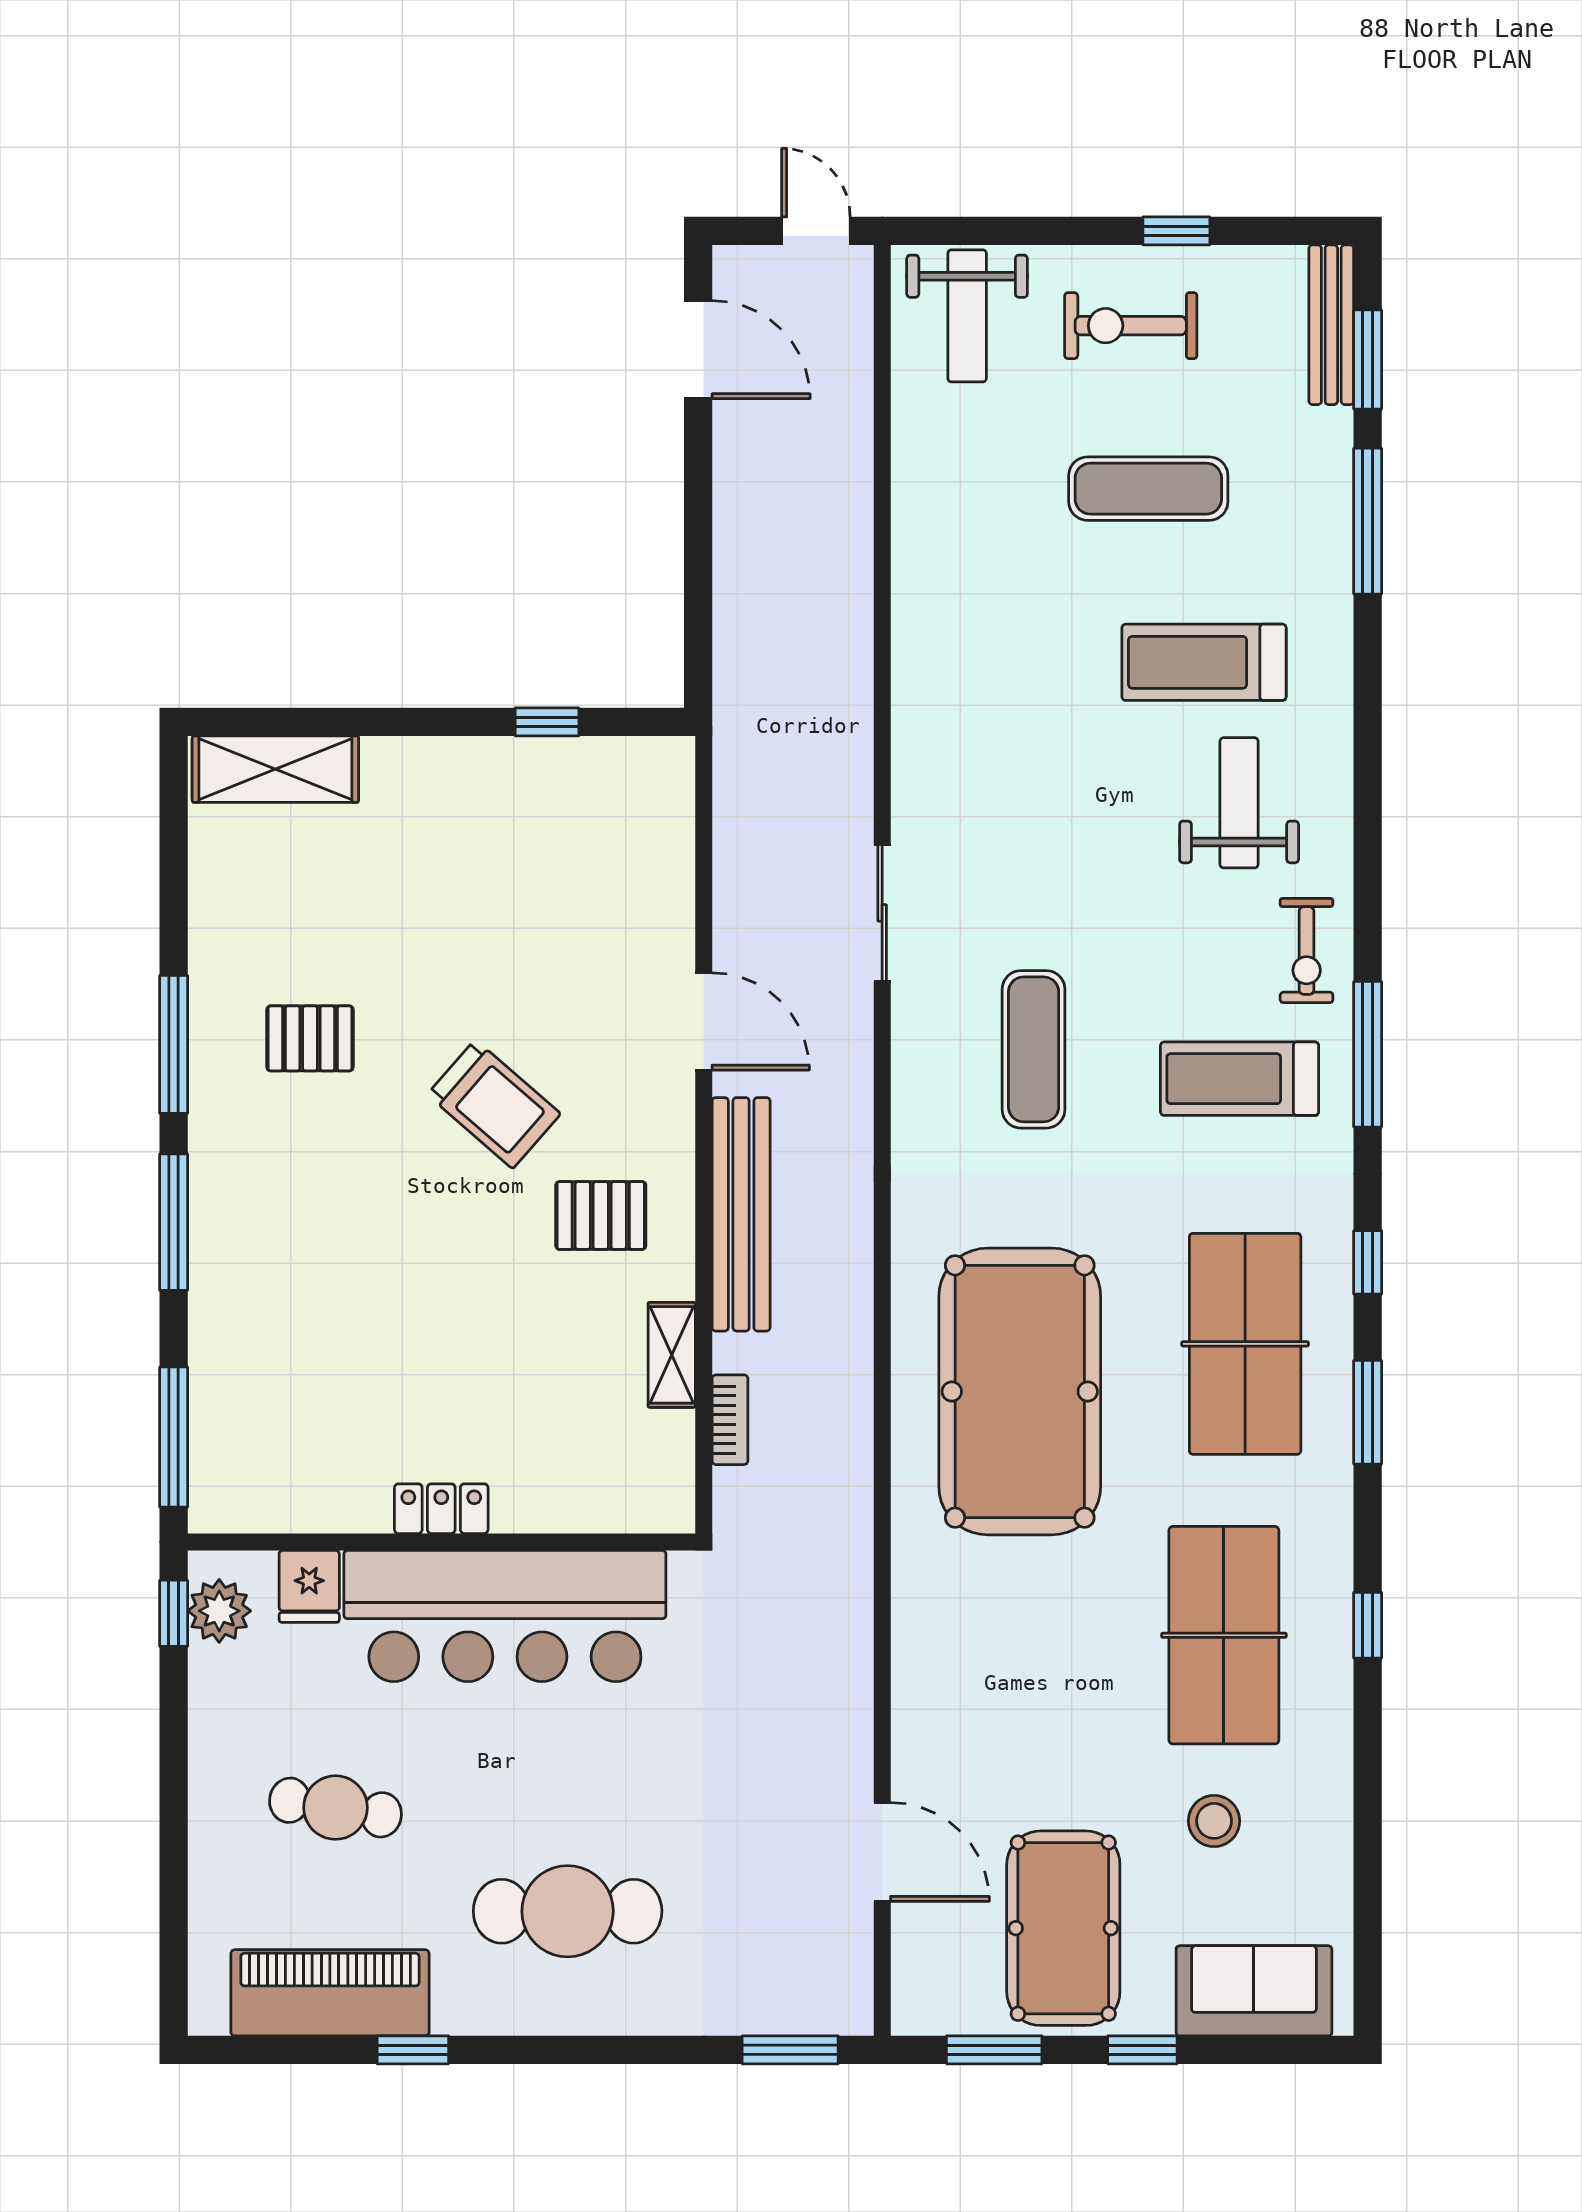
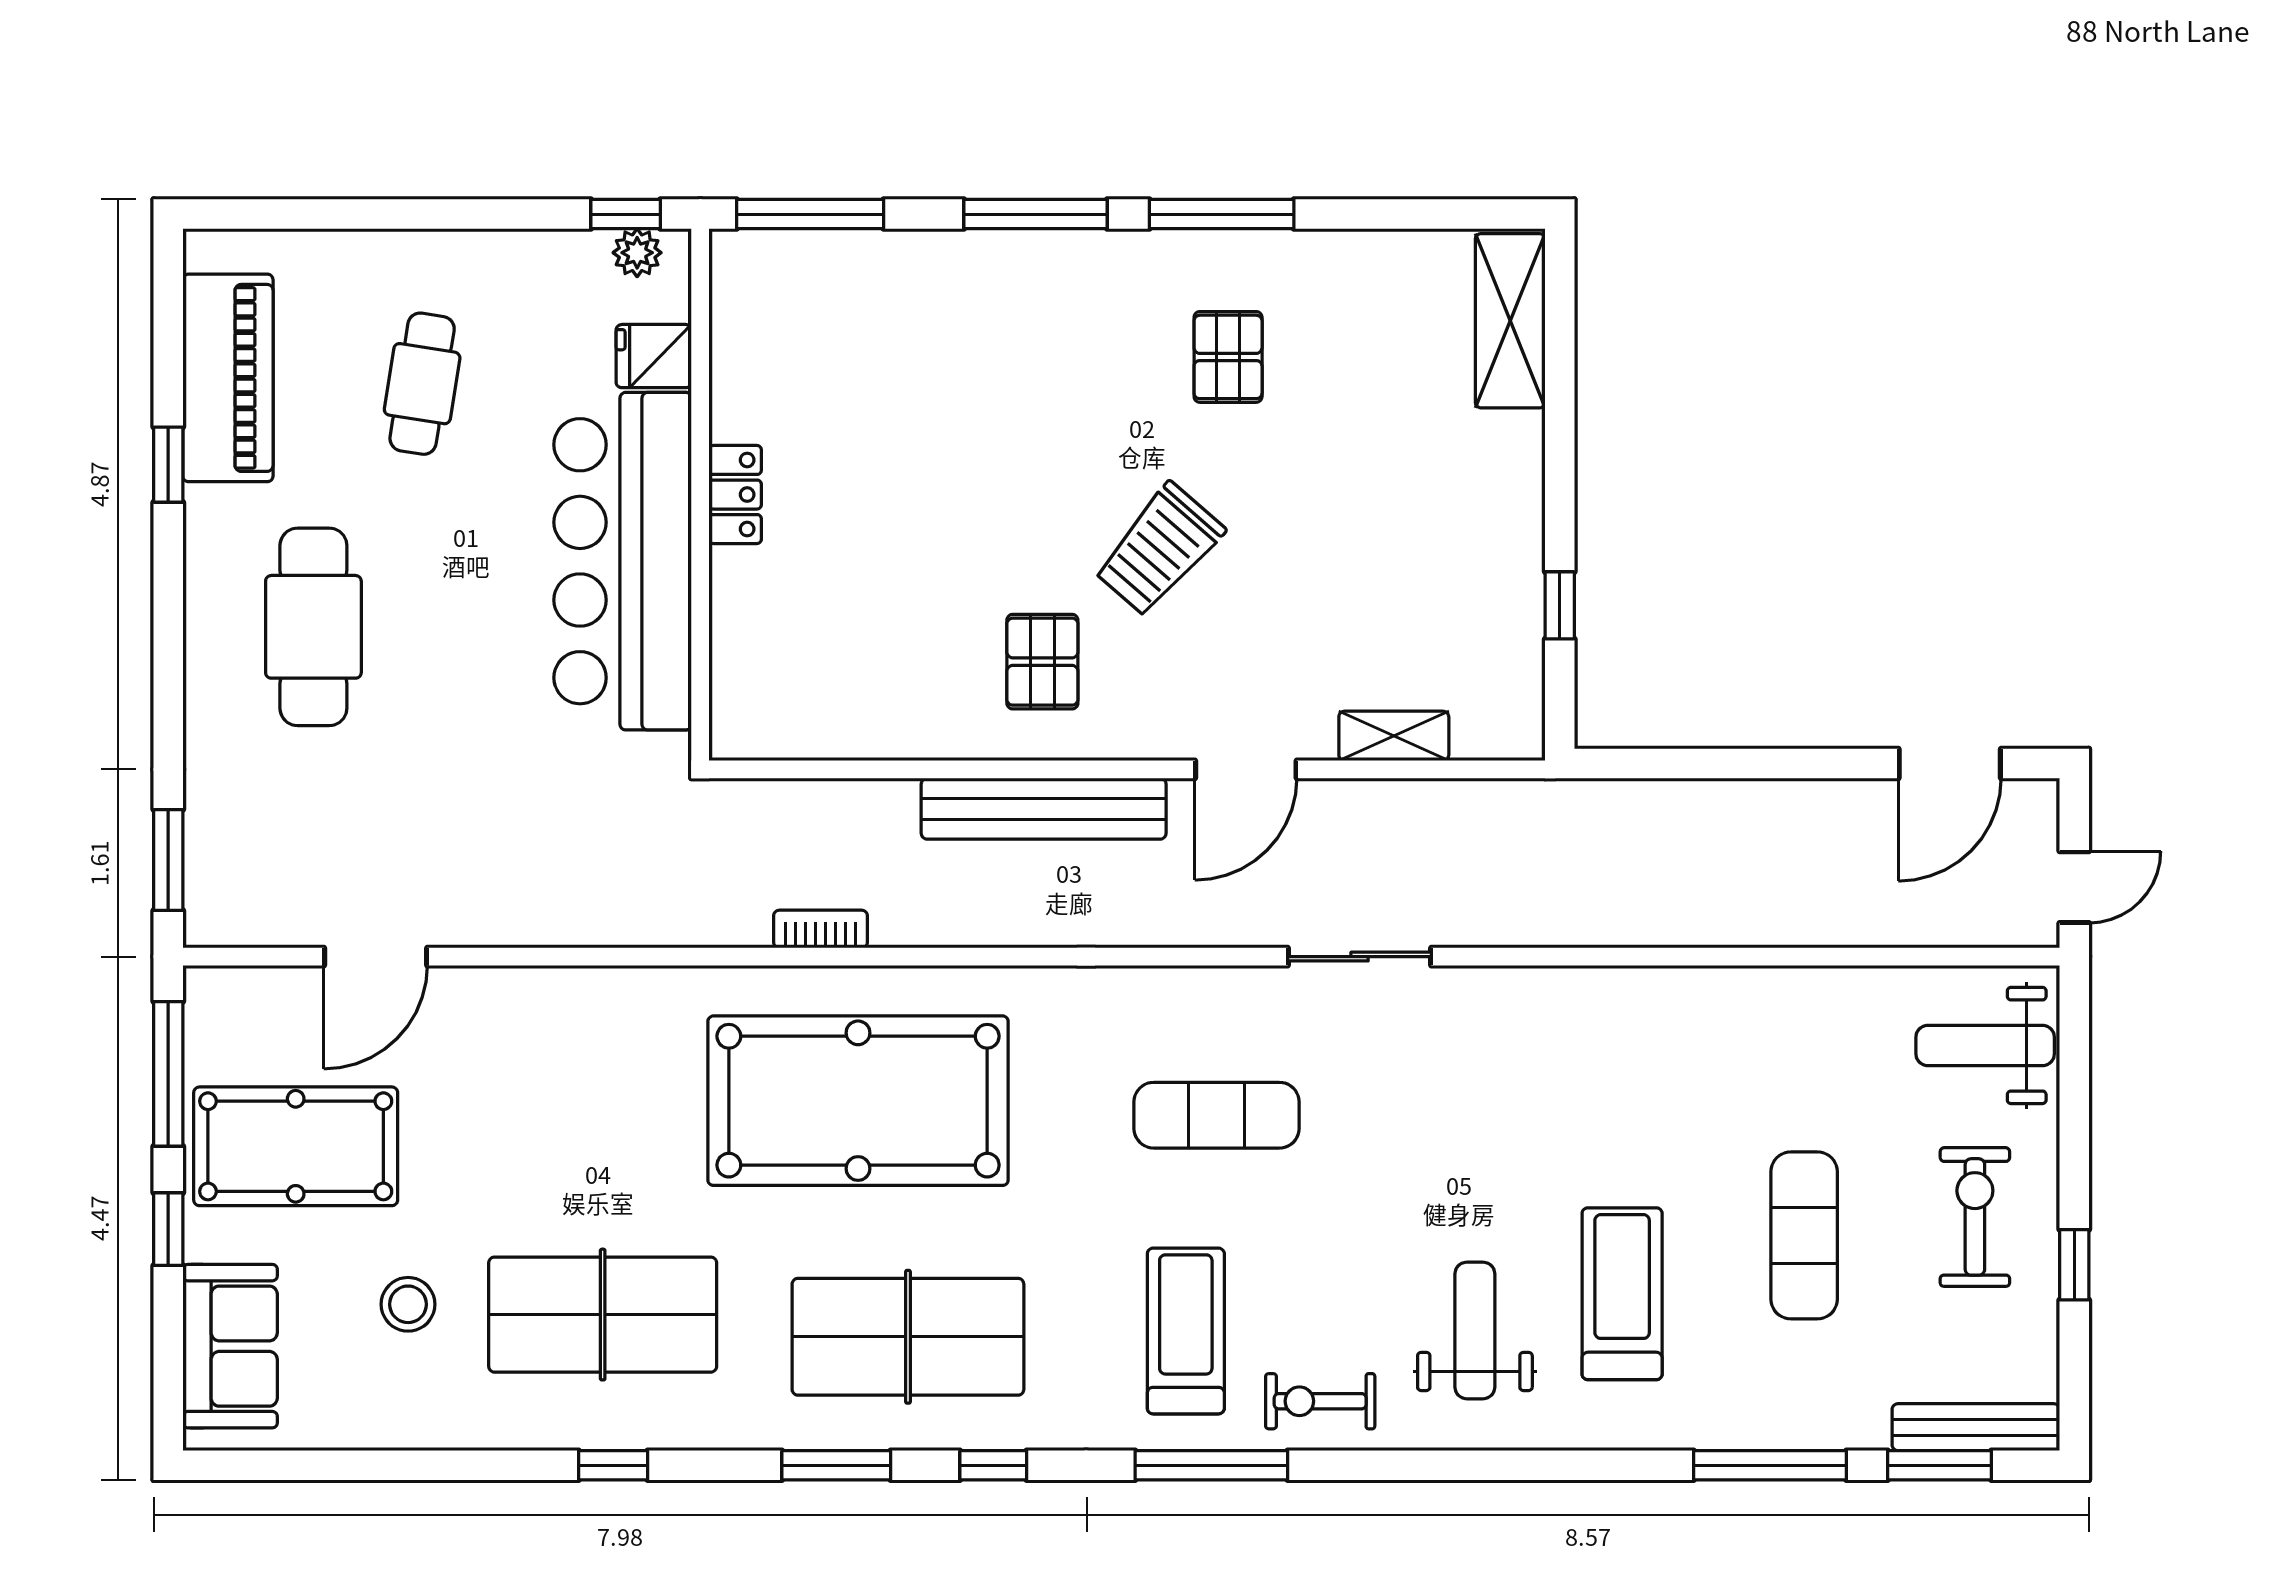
weight bench: (1239, 803) -> (1475, 1330), turned -90
shelving: (672, 1355) -> (1394, 736), moved
bookcase: (730, 1420) -> (821, 929), moved, turned 180
plant: (219, 1611) -> (637, 253), width x0.73, depth x0.73
window: (994, 2050) -> (168, 1074), width x1.44

